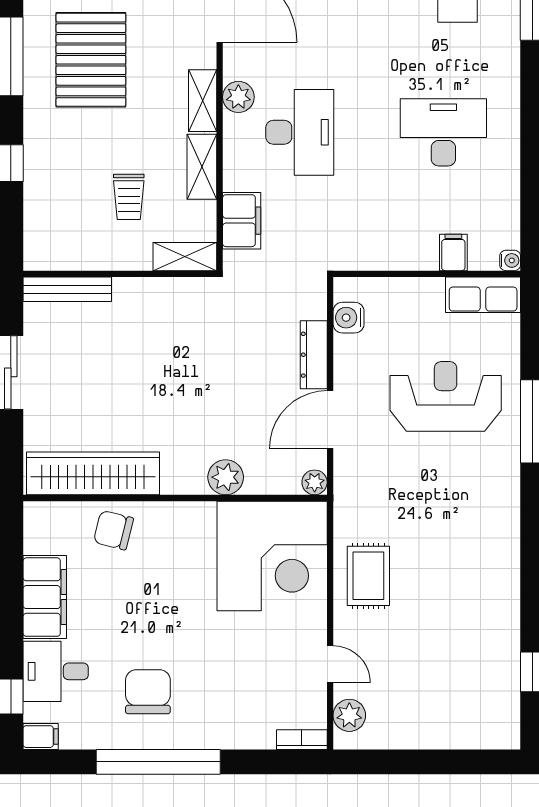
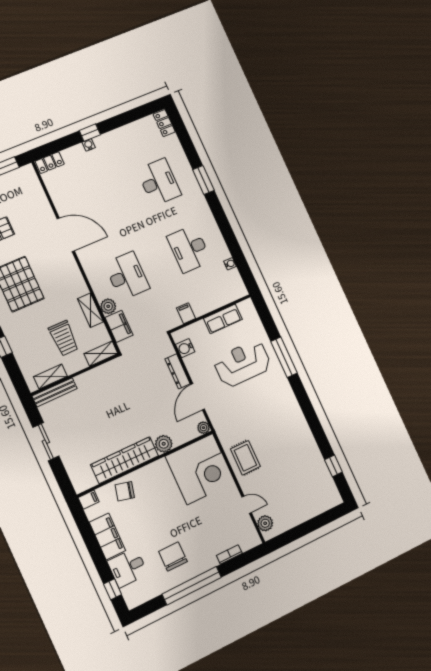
plant: (238, 97) -> (108, 306), moved
shelving: (203, 101) -> (50, 377), moved, turned 90
desk: (443, 132) -> (189, 249), turned -90
trolley: (129, 197) -> (64, 338), width x1.36, depth x1.39
filing cabinet: (453, 252) -> (186, 313), moved
water cooler: (510, 260) -> (230, 264), moved
row of seats: (483, 295) -> (223, 319), moved
wardrobe: (93, 473) -> (125, 460), moved
filing cabinet: (41, 737) -> (89, 500), moved
bookcase: (302, 740) -> (229, 554), moved

